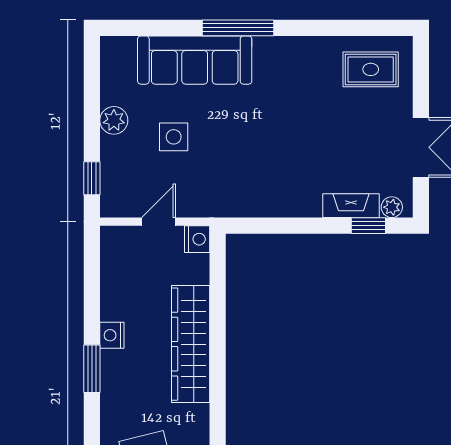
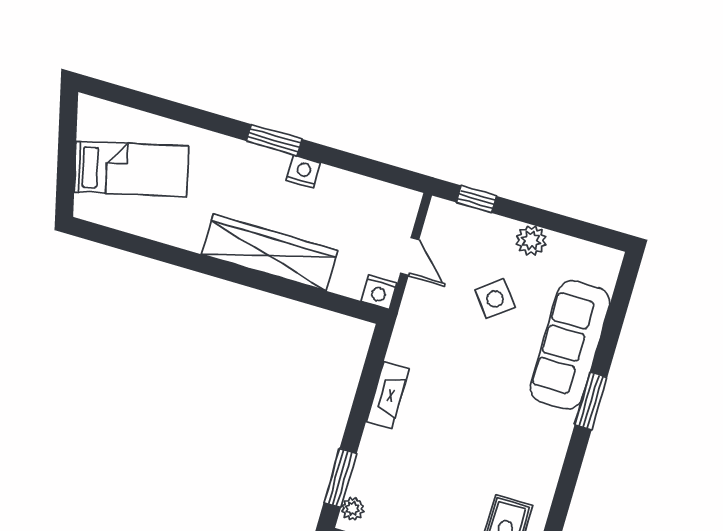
window: (238, 28) -> (591, 401), width x0.69
side table: (174, 137) -> (495, 299), turned -38
fireplace: (351, 206) -> (388, 395), moved
window: (368, 226) -> (340, 478), width x1.50

